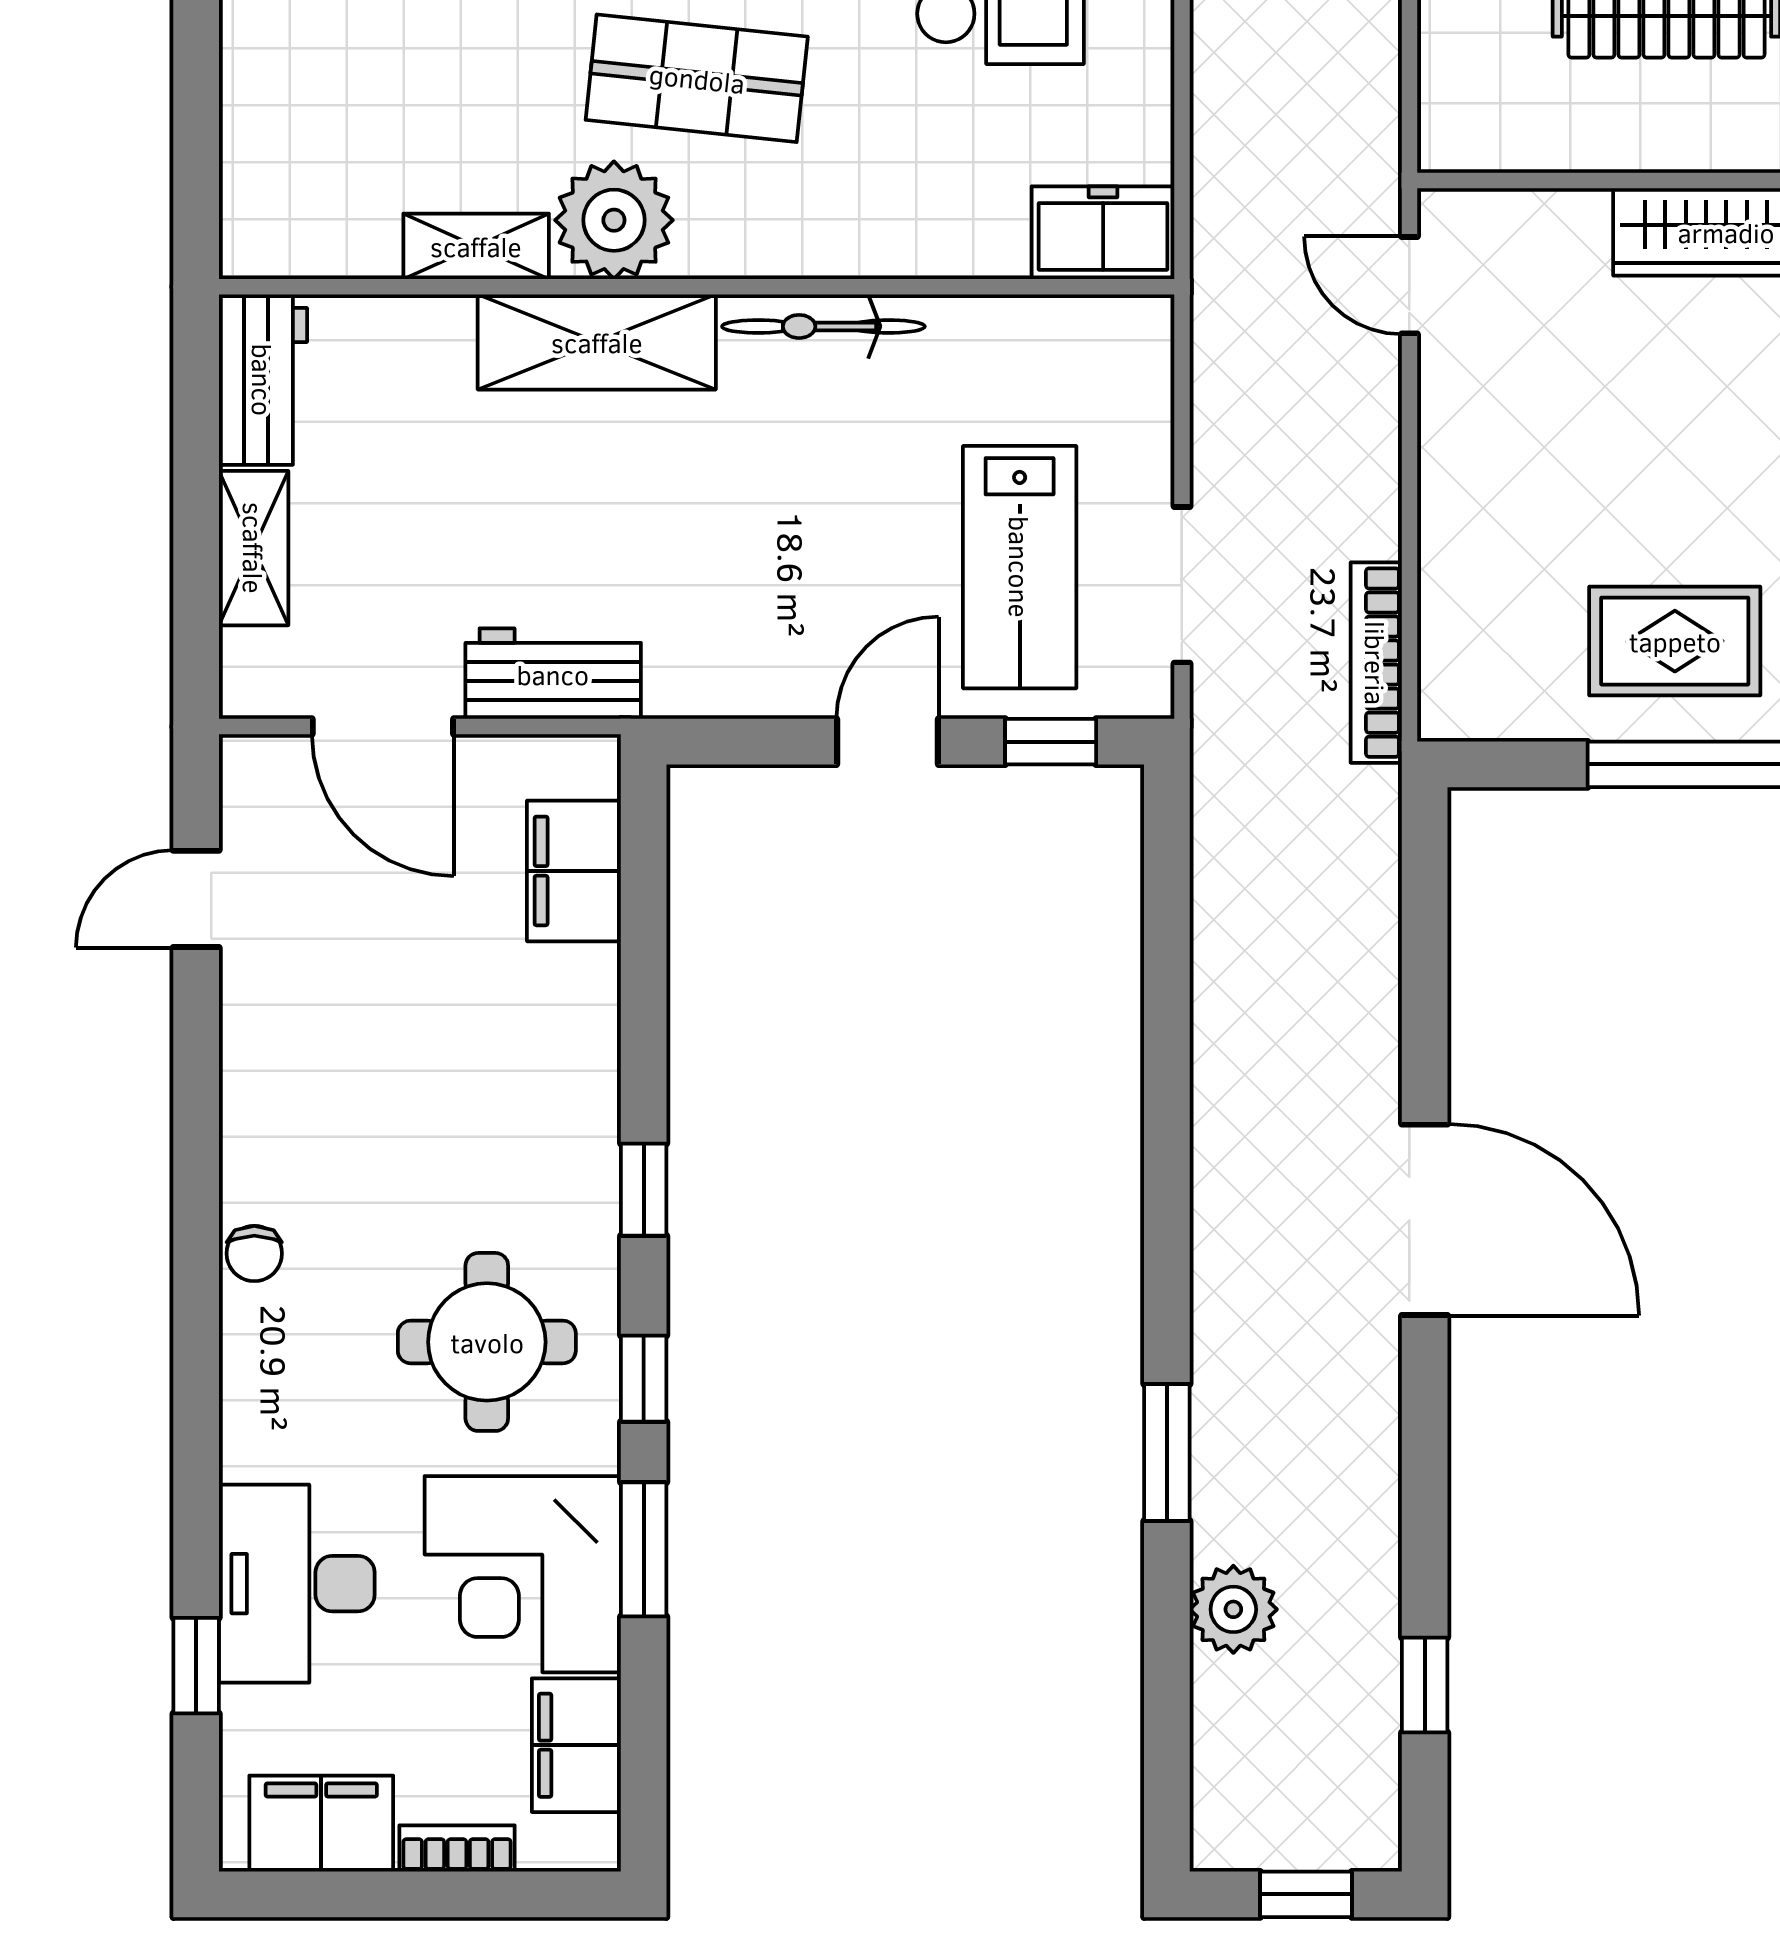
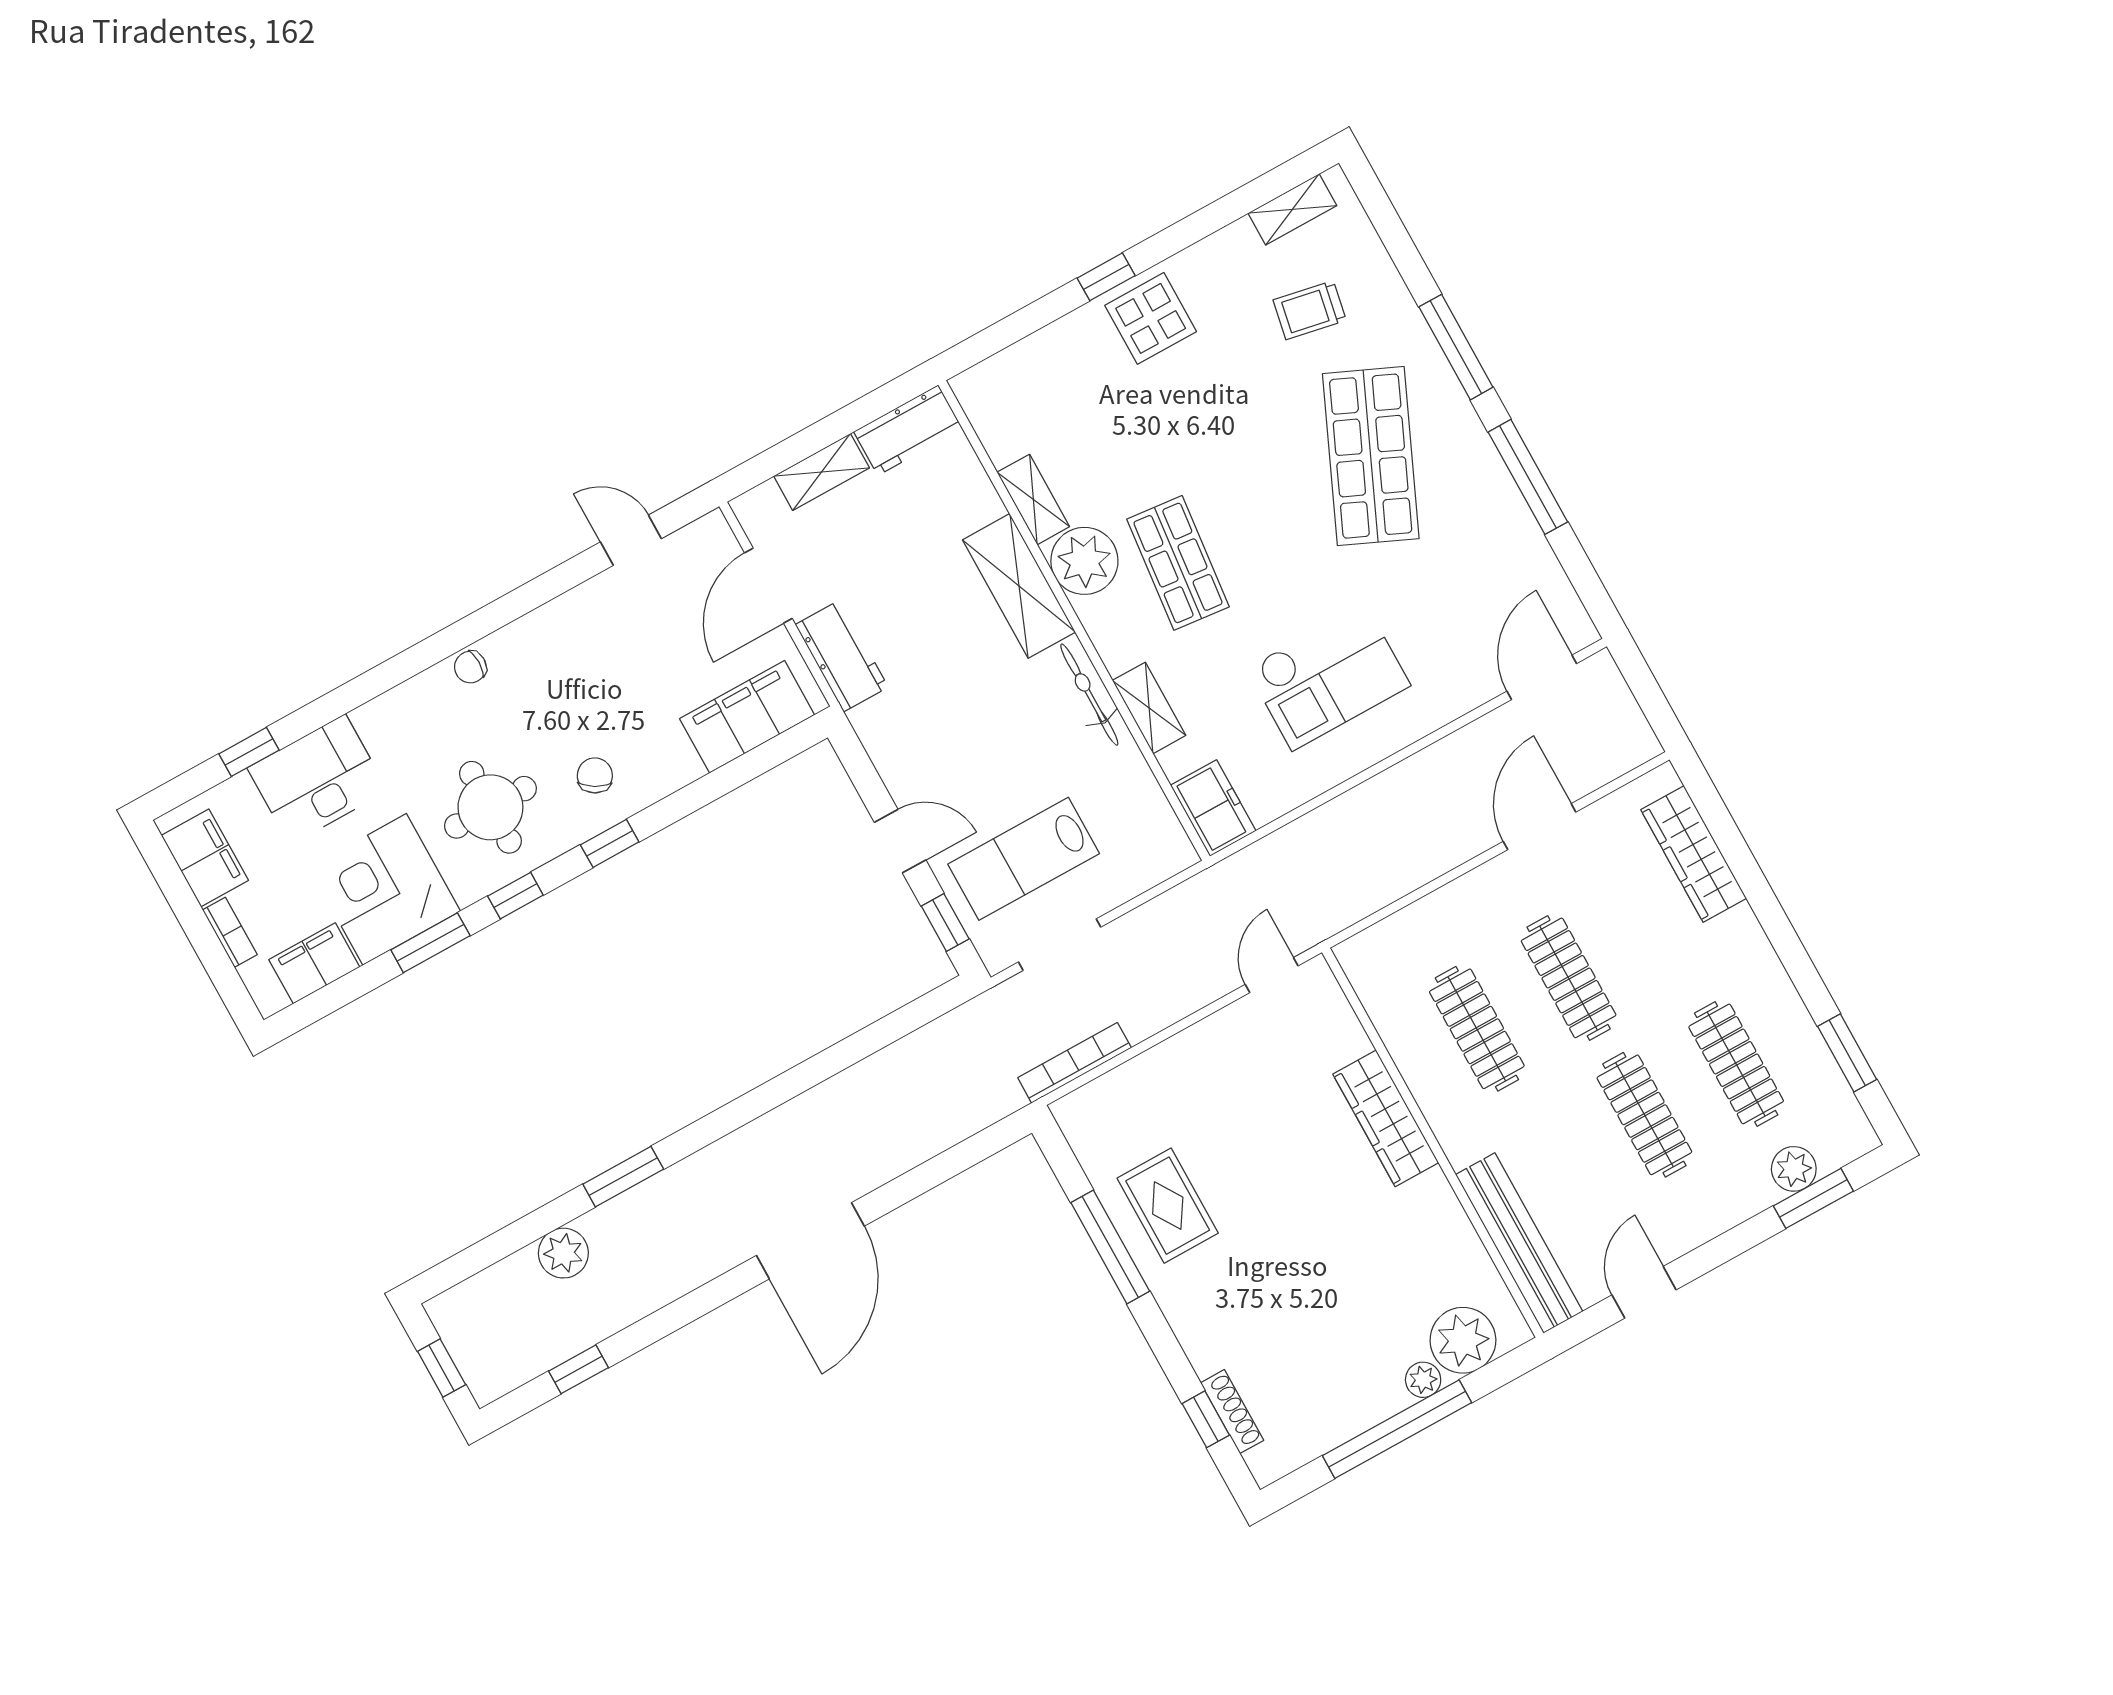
shelving: (895, 246) -> (1149, 708), added
filing cabinet: (574, 871) -> (747, 717), width x1.50, depth x1.17
chair: (527, 1155) -> (595, 775), added

